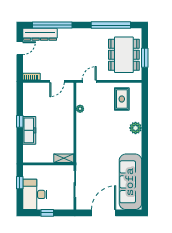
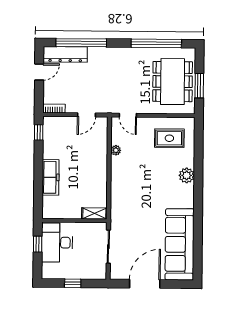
door: (89, 81) -> (128, 115), swing flipped
rug: (122, 99) -> (169, 138), turned 90
window: (20, 121) -> (39, 132), moved
desk: (35, 194) -> (57, 243), moved

